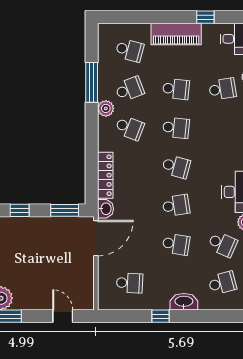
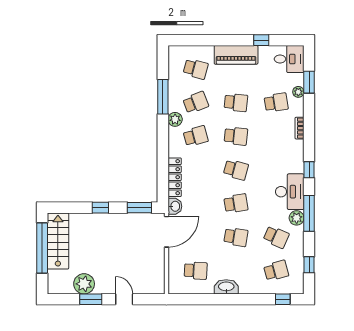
school desk: (130, 128) -> (196, 136), turned -36
washbasin: (184, 302) -> (226, 287), moved
door: (63, 316) -> (124, 299), moved
window: (161, 316) -> (283, 299), moved

